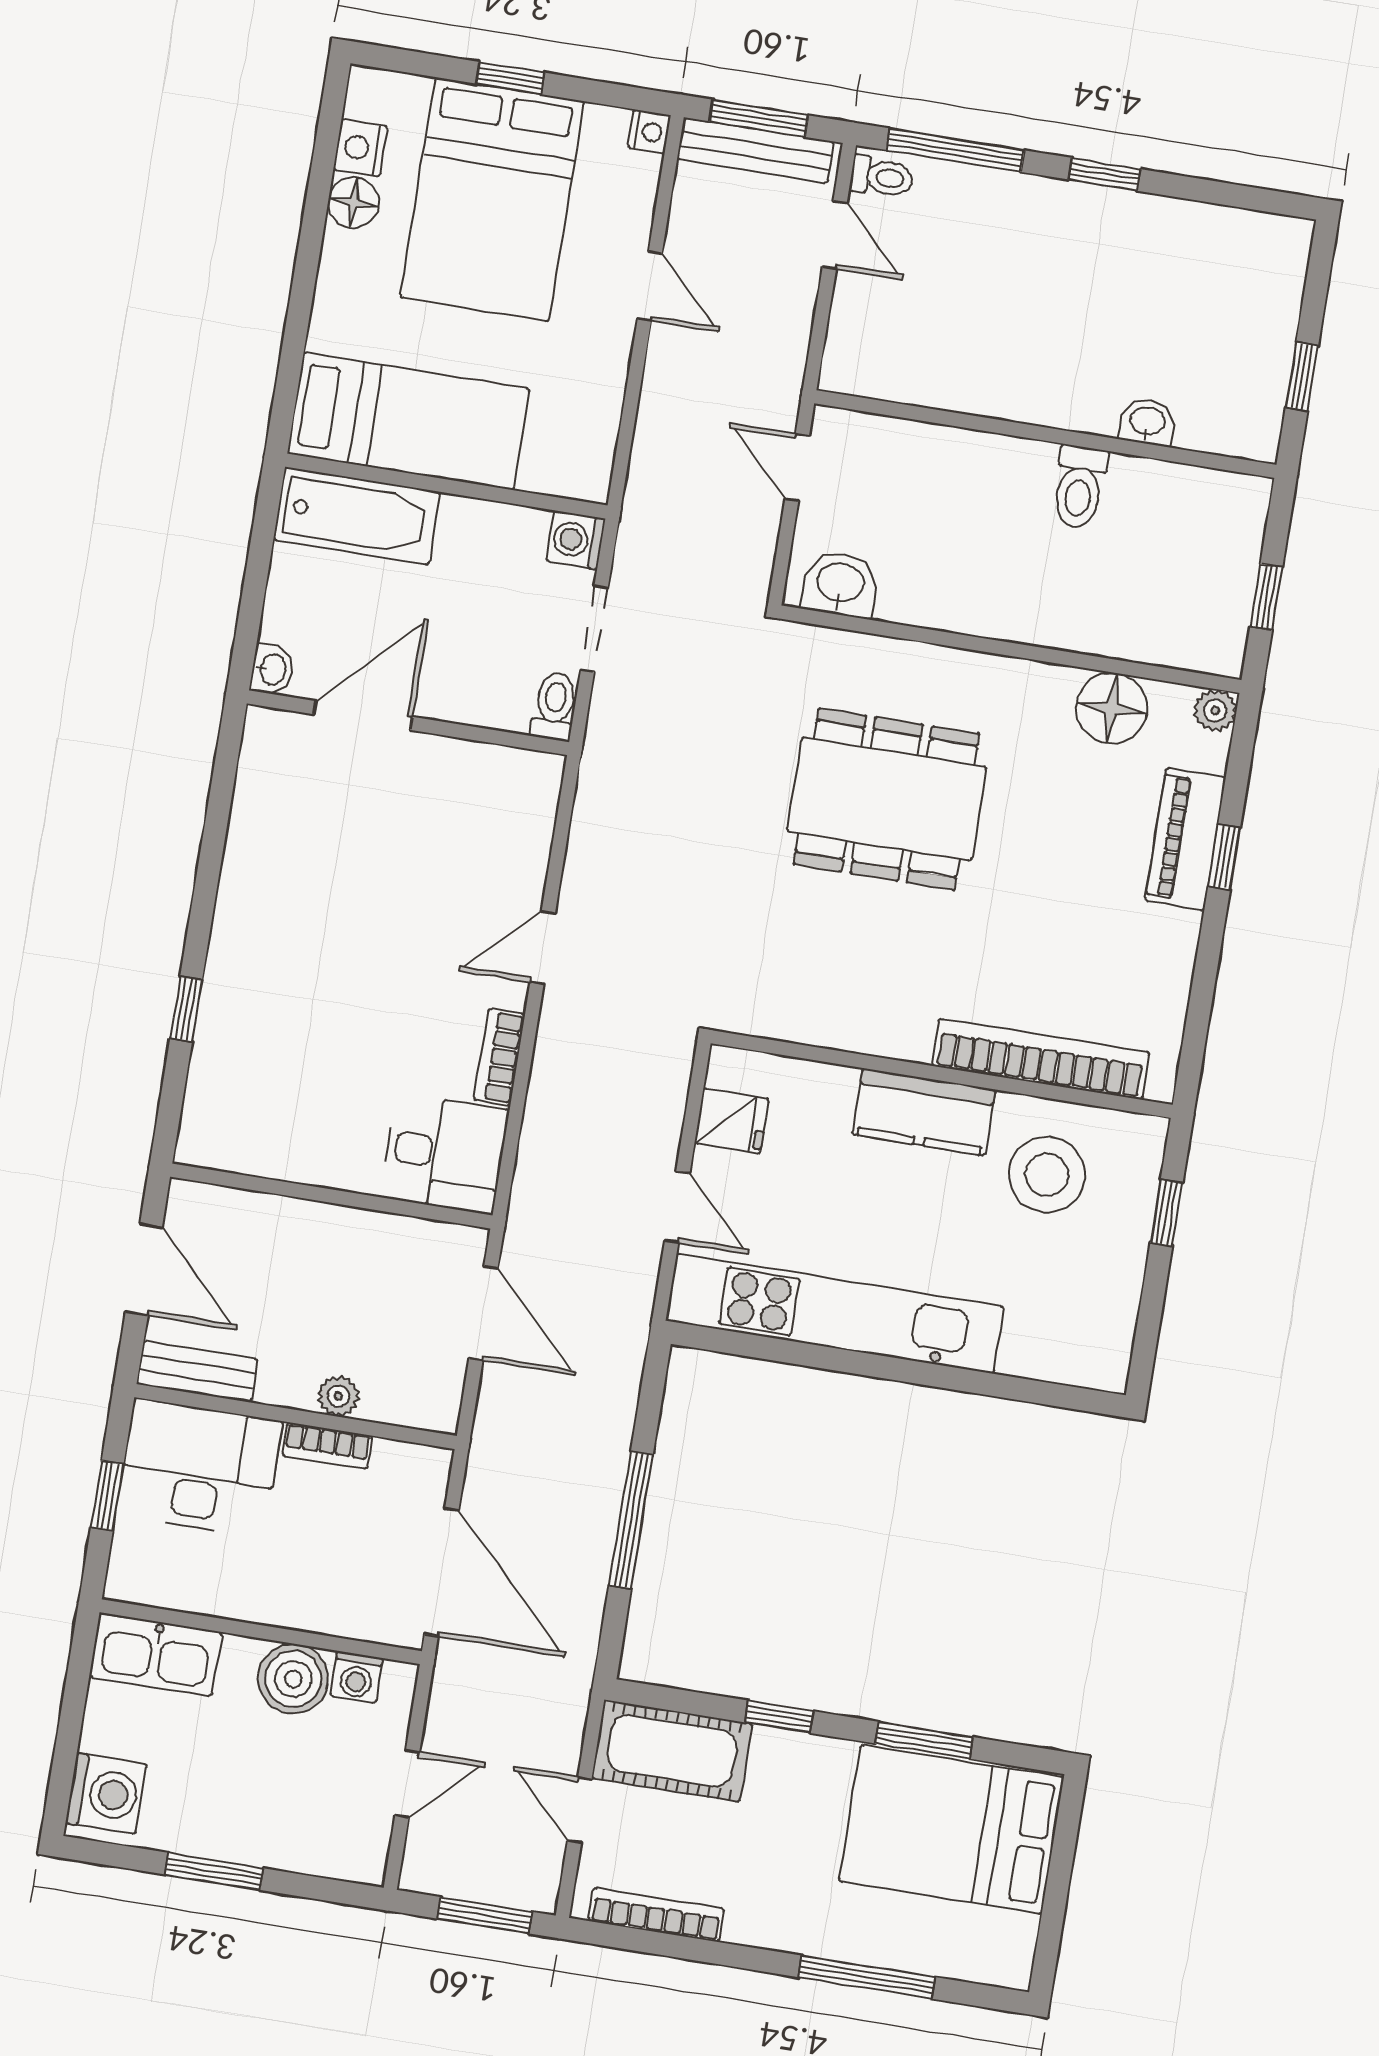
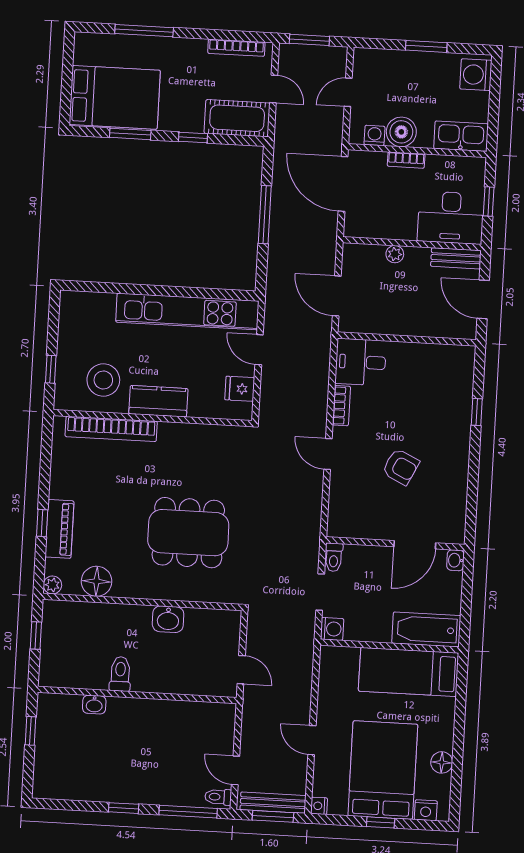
nightstand: (361, 148) -> (426, 810), moved, turned 90
washbasin: (840, 584) -> (168, 619), moved
armchair: (377, 900) -> (401, 467), added
door: (543, 948) -> (328, 454), swing flipped
bookcase: (327, 1446) -> (406, 160), moved, turned 180

